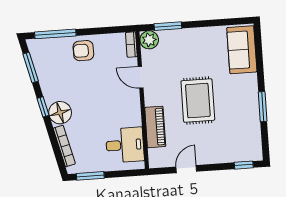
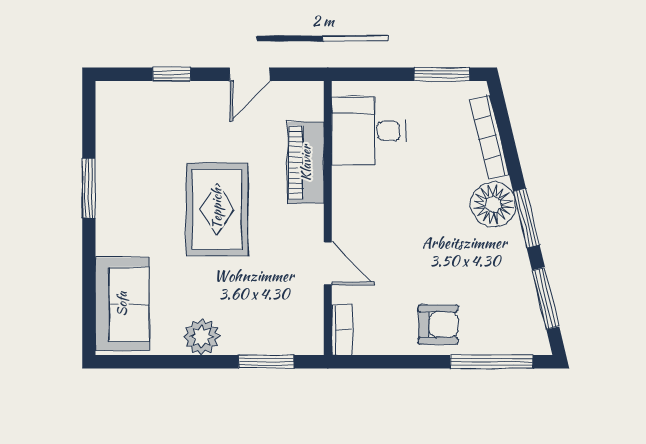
plant: (149, 40) -> (202, 337), moved
window: (43, 107) -> (526, 218), width x1.50
window: (244, 165) -> (172, 74), moved

